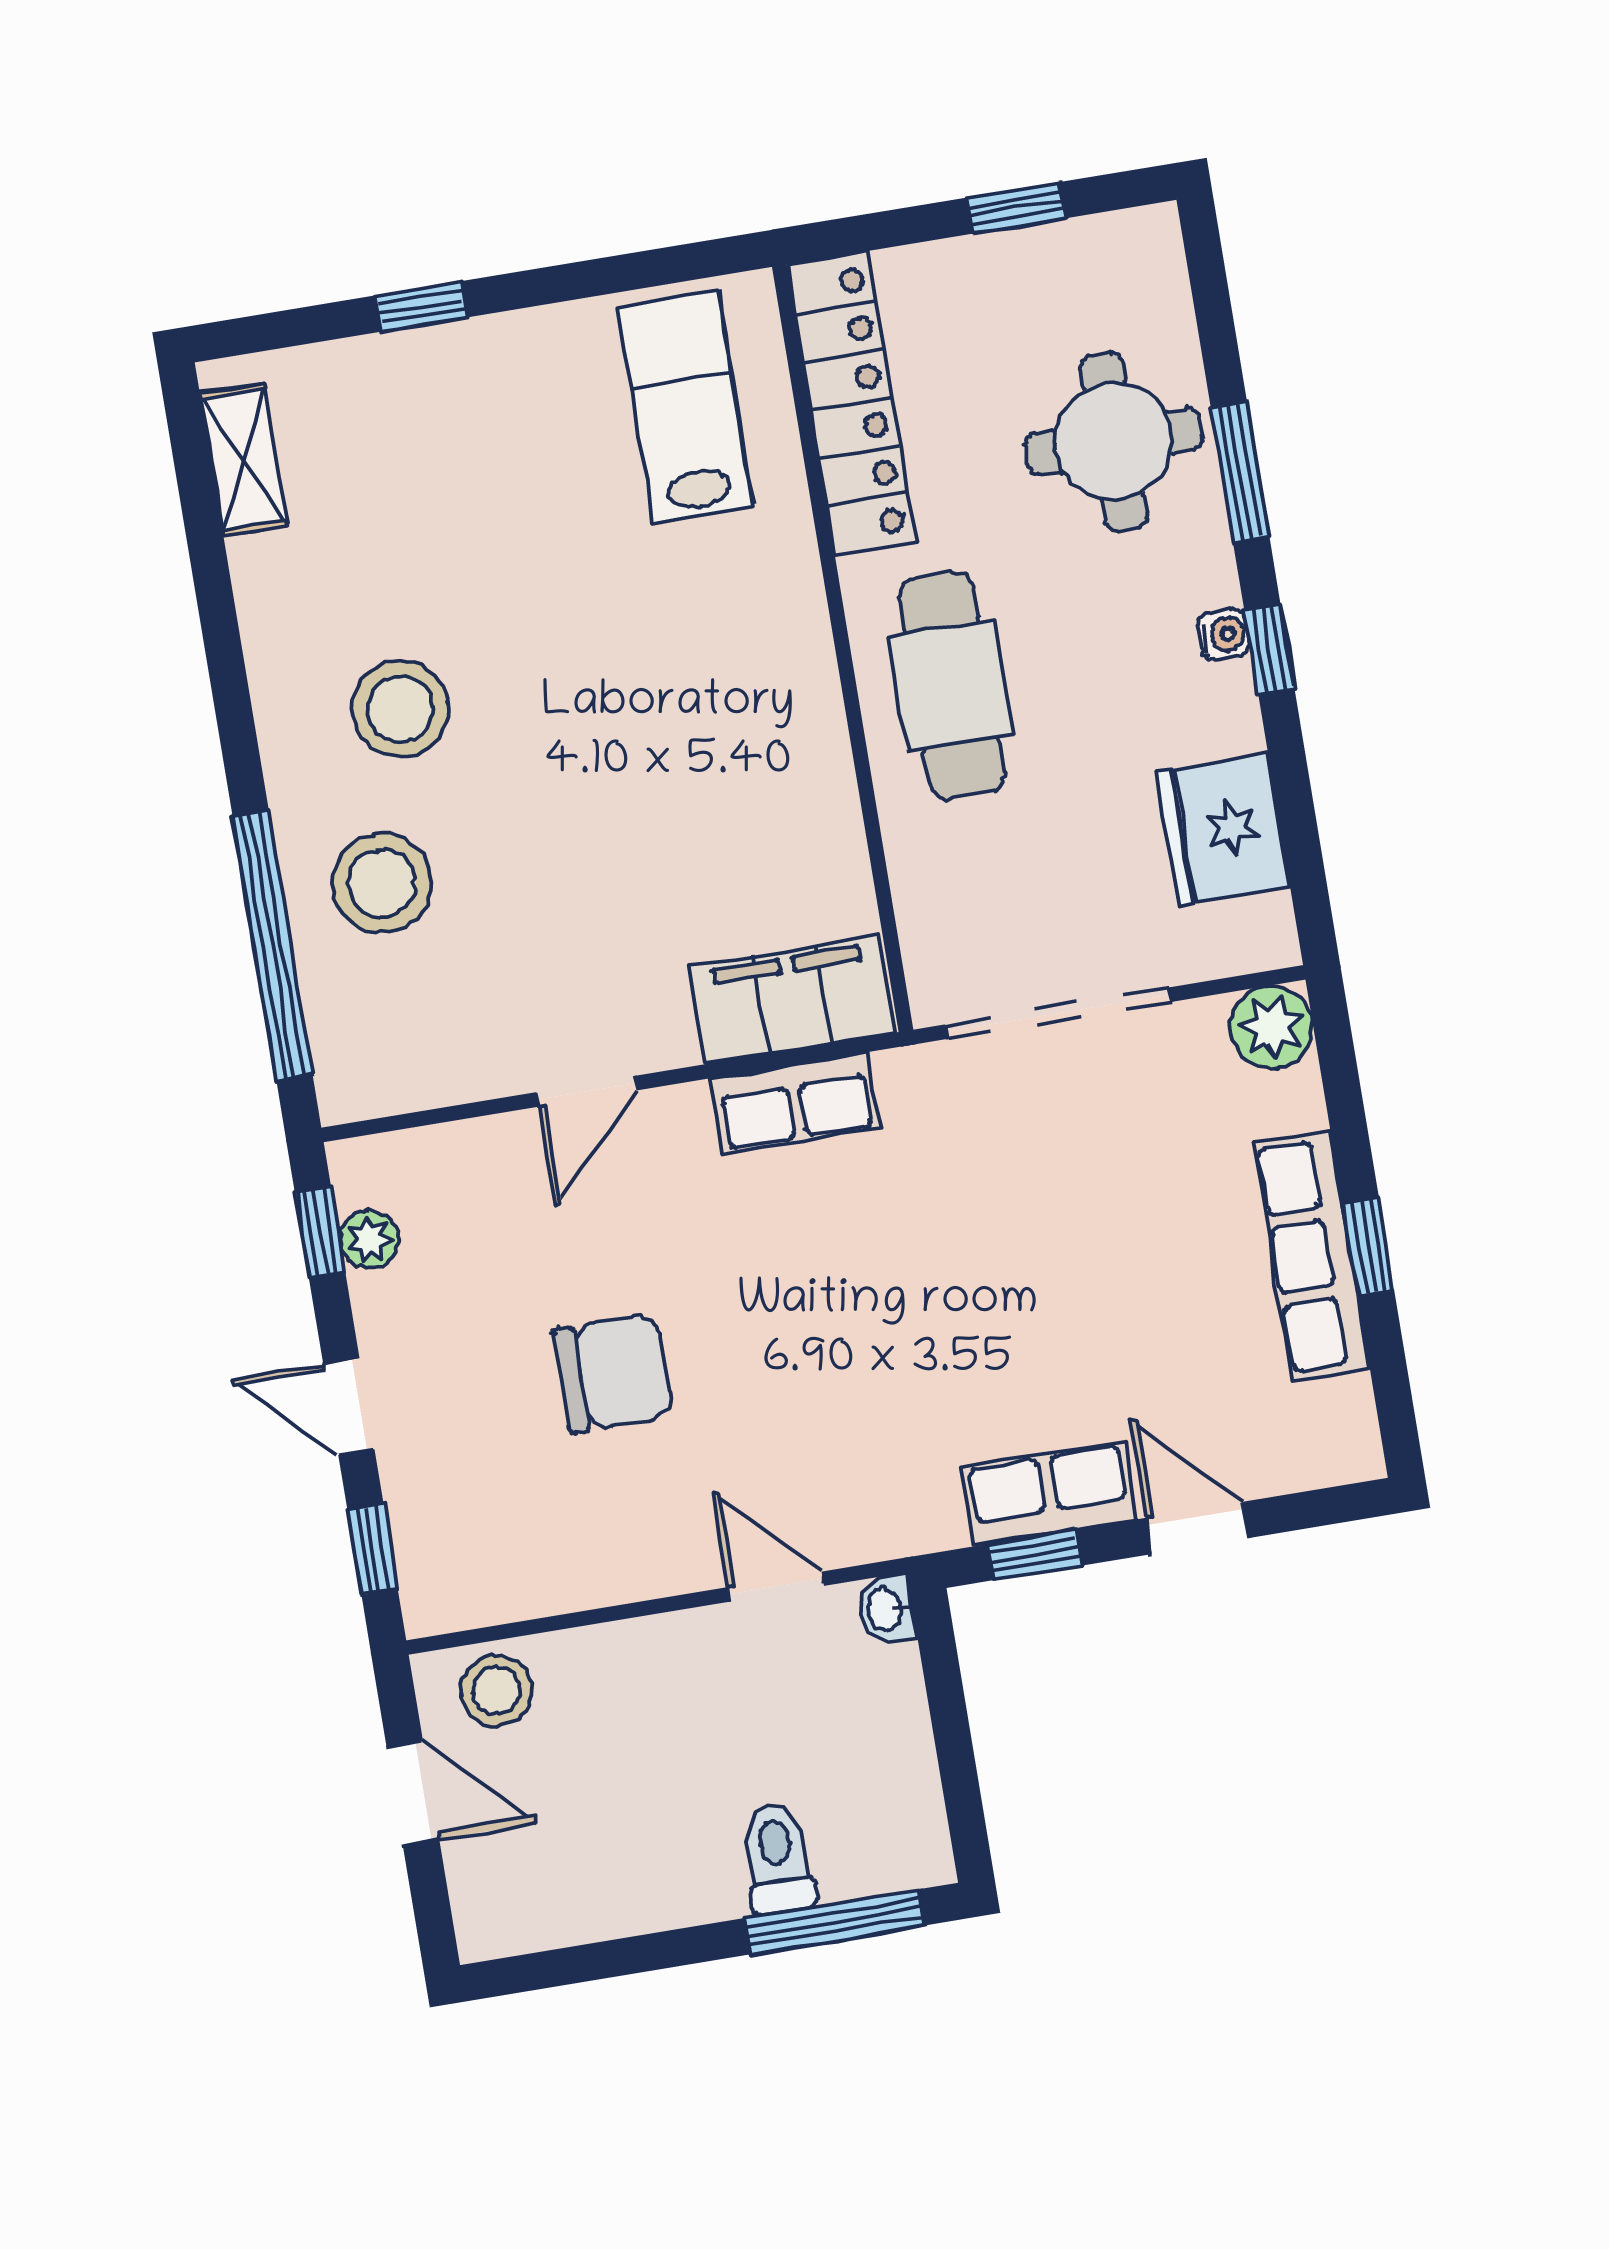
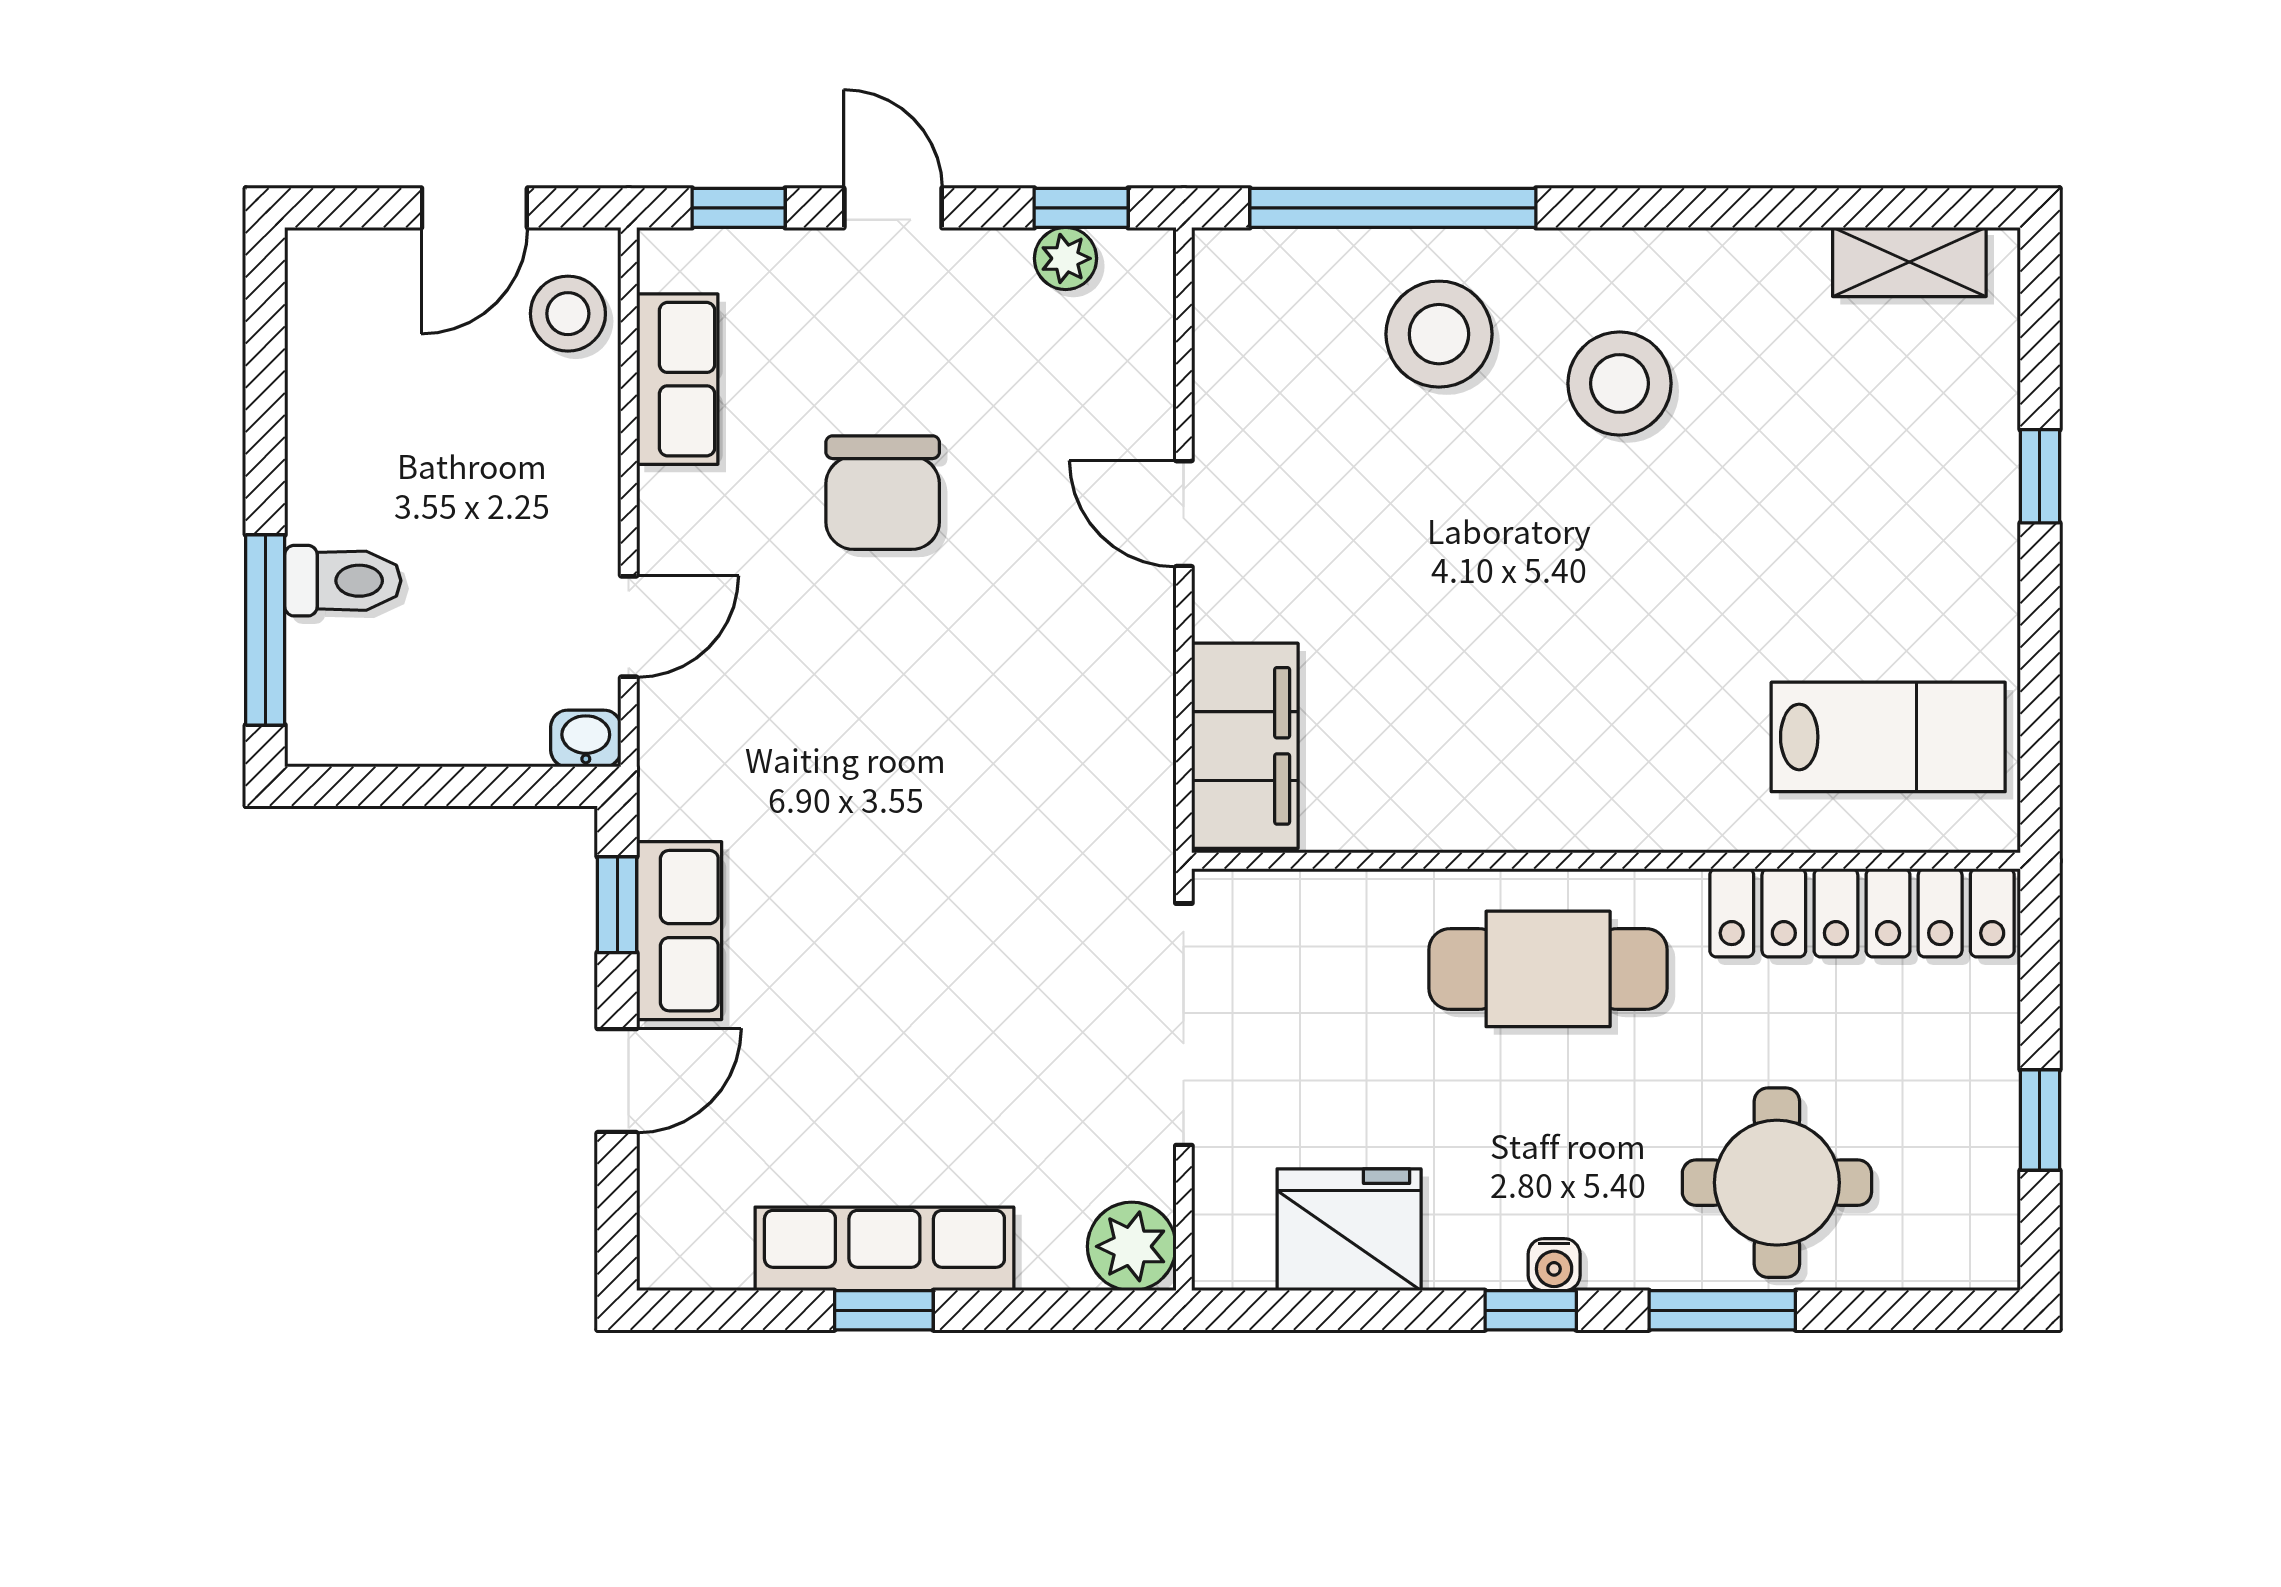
row of seats: (795, 1103) -> (677, 379), moved, turned 180
door: (349, 1407) -> (893, 208), hinge flipped

